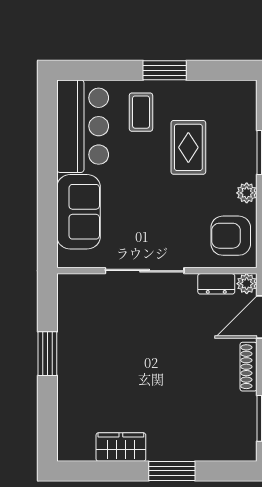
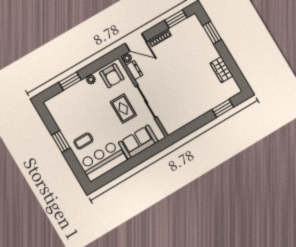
rug: (188, 147) -> (123, 109), moved, turned 90
window: (47, 354) -> (223, 108), moved
window: (172, 471) -> (212, 33), moved

